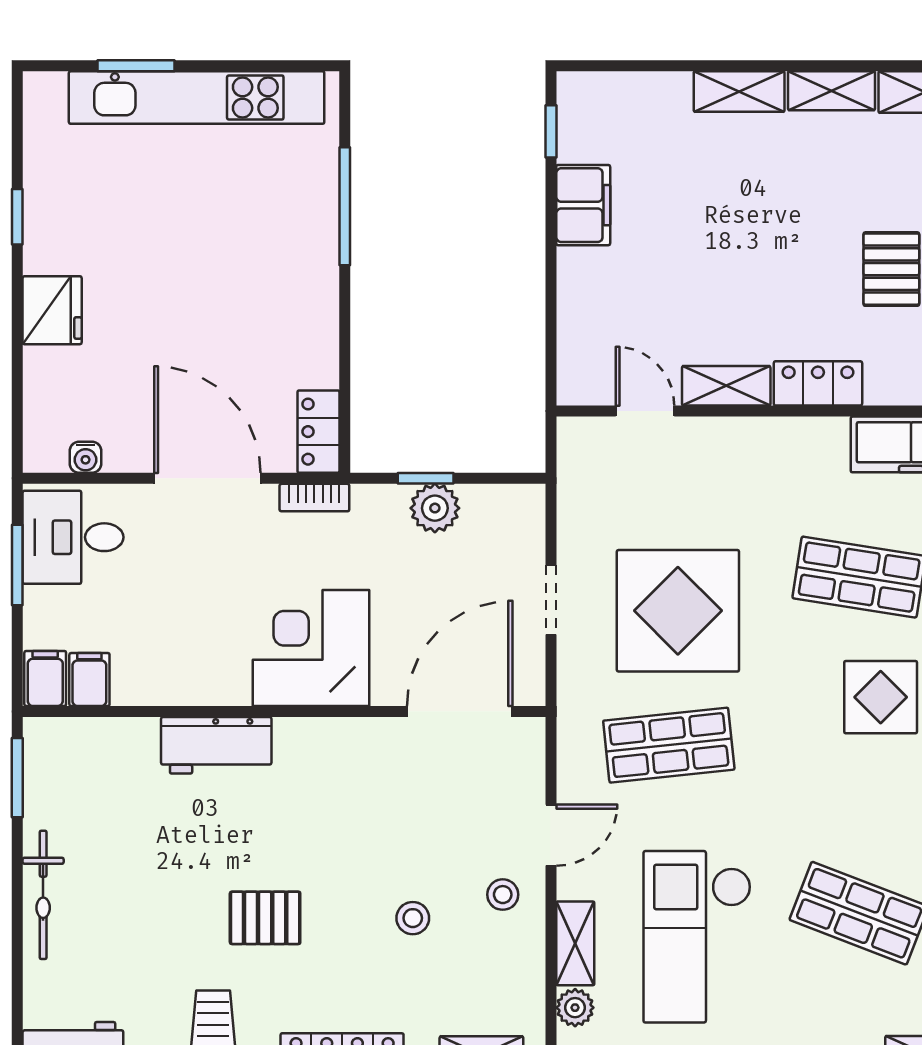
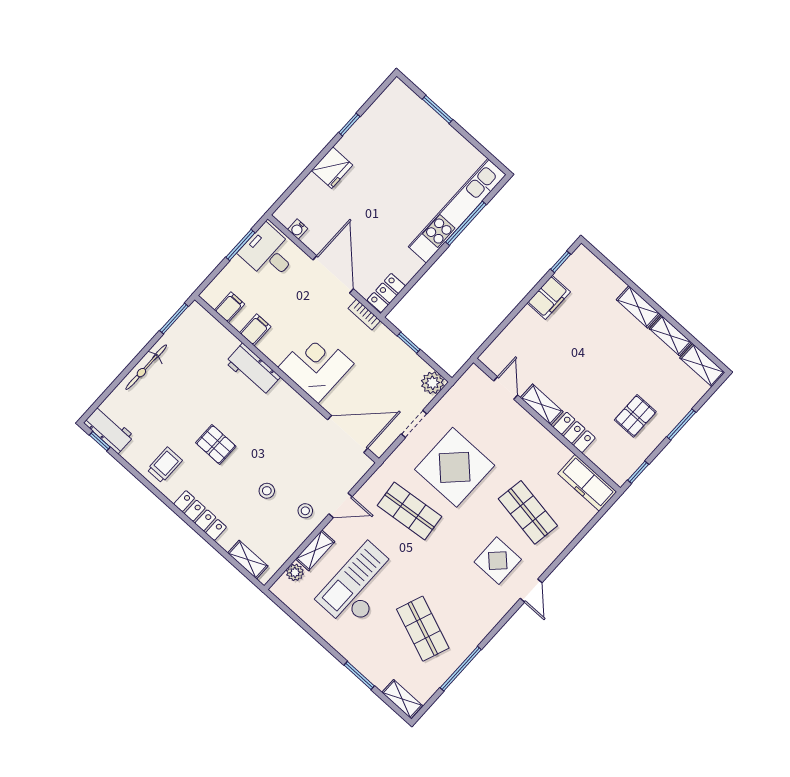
kitchen unit: (197, 98) -> (457, 211), moved, turned 90
plant: (435, 508) -> (433, 383), moved
filing cabinet: (45, 678) -> (255, 330), moved

